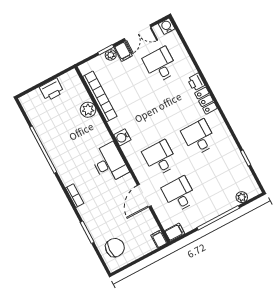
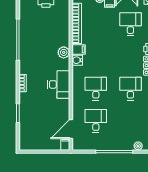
plant: (88, 110) -> (64, 52), moved
desk: (109, 163) -> (59, 84), moved
door: (144, 196) -> (71, 129), moved
filing cabinet: (175, 232) -> (79, 49), moved
chair: (115, 248) -> (31, 134), removed

